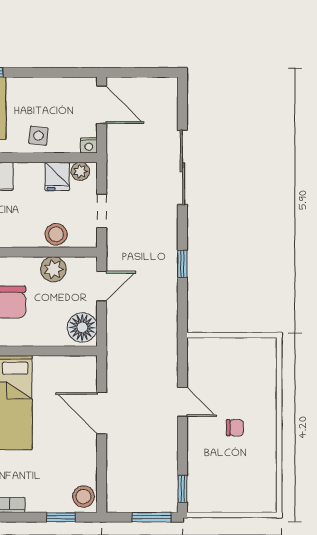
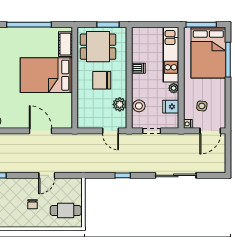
side table: (38, 136) -> (202, 106), moved
plant: (80, 171) -> (174, 88), moved
floor lamp: (82, 327) -> (88, 120), removed
cafe table: (246, 367) -> (66, 211), added
door: (102, 413) -> (41, 131), hinge flipped

